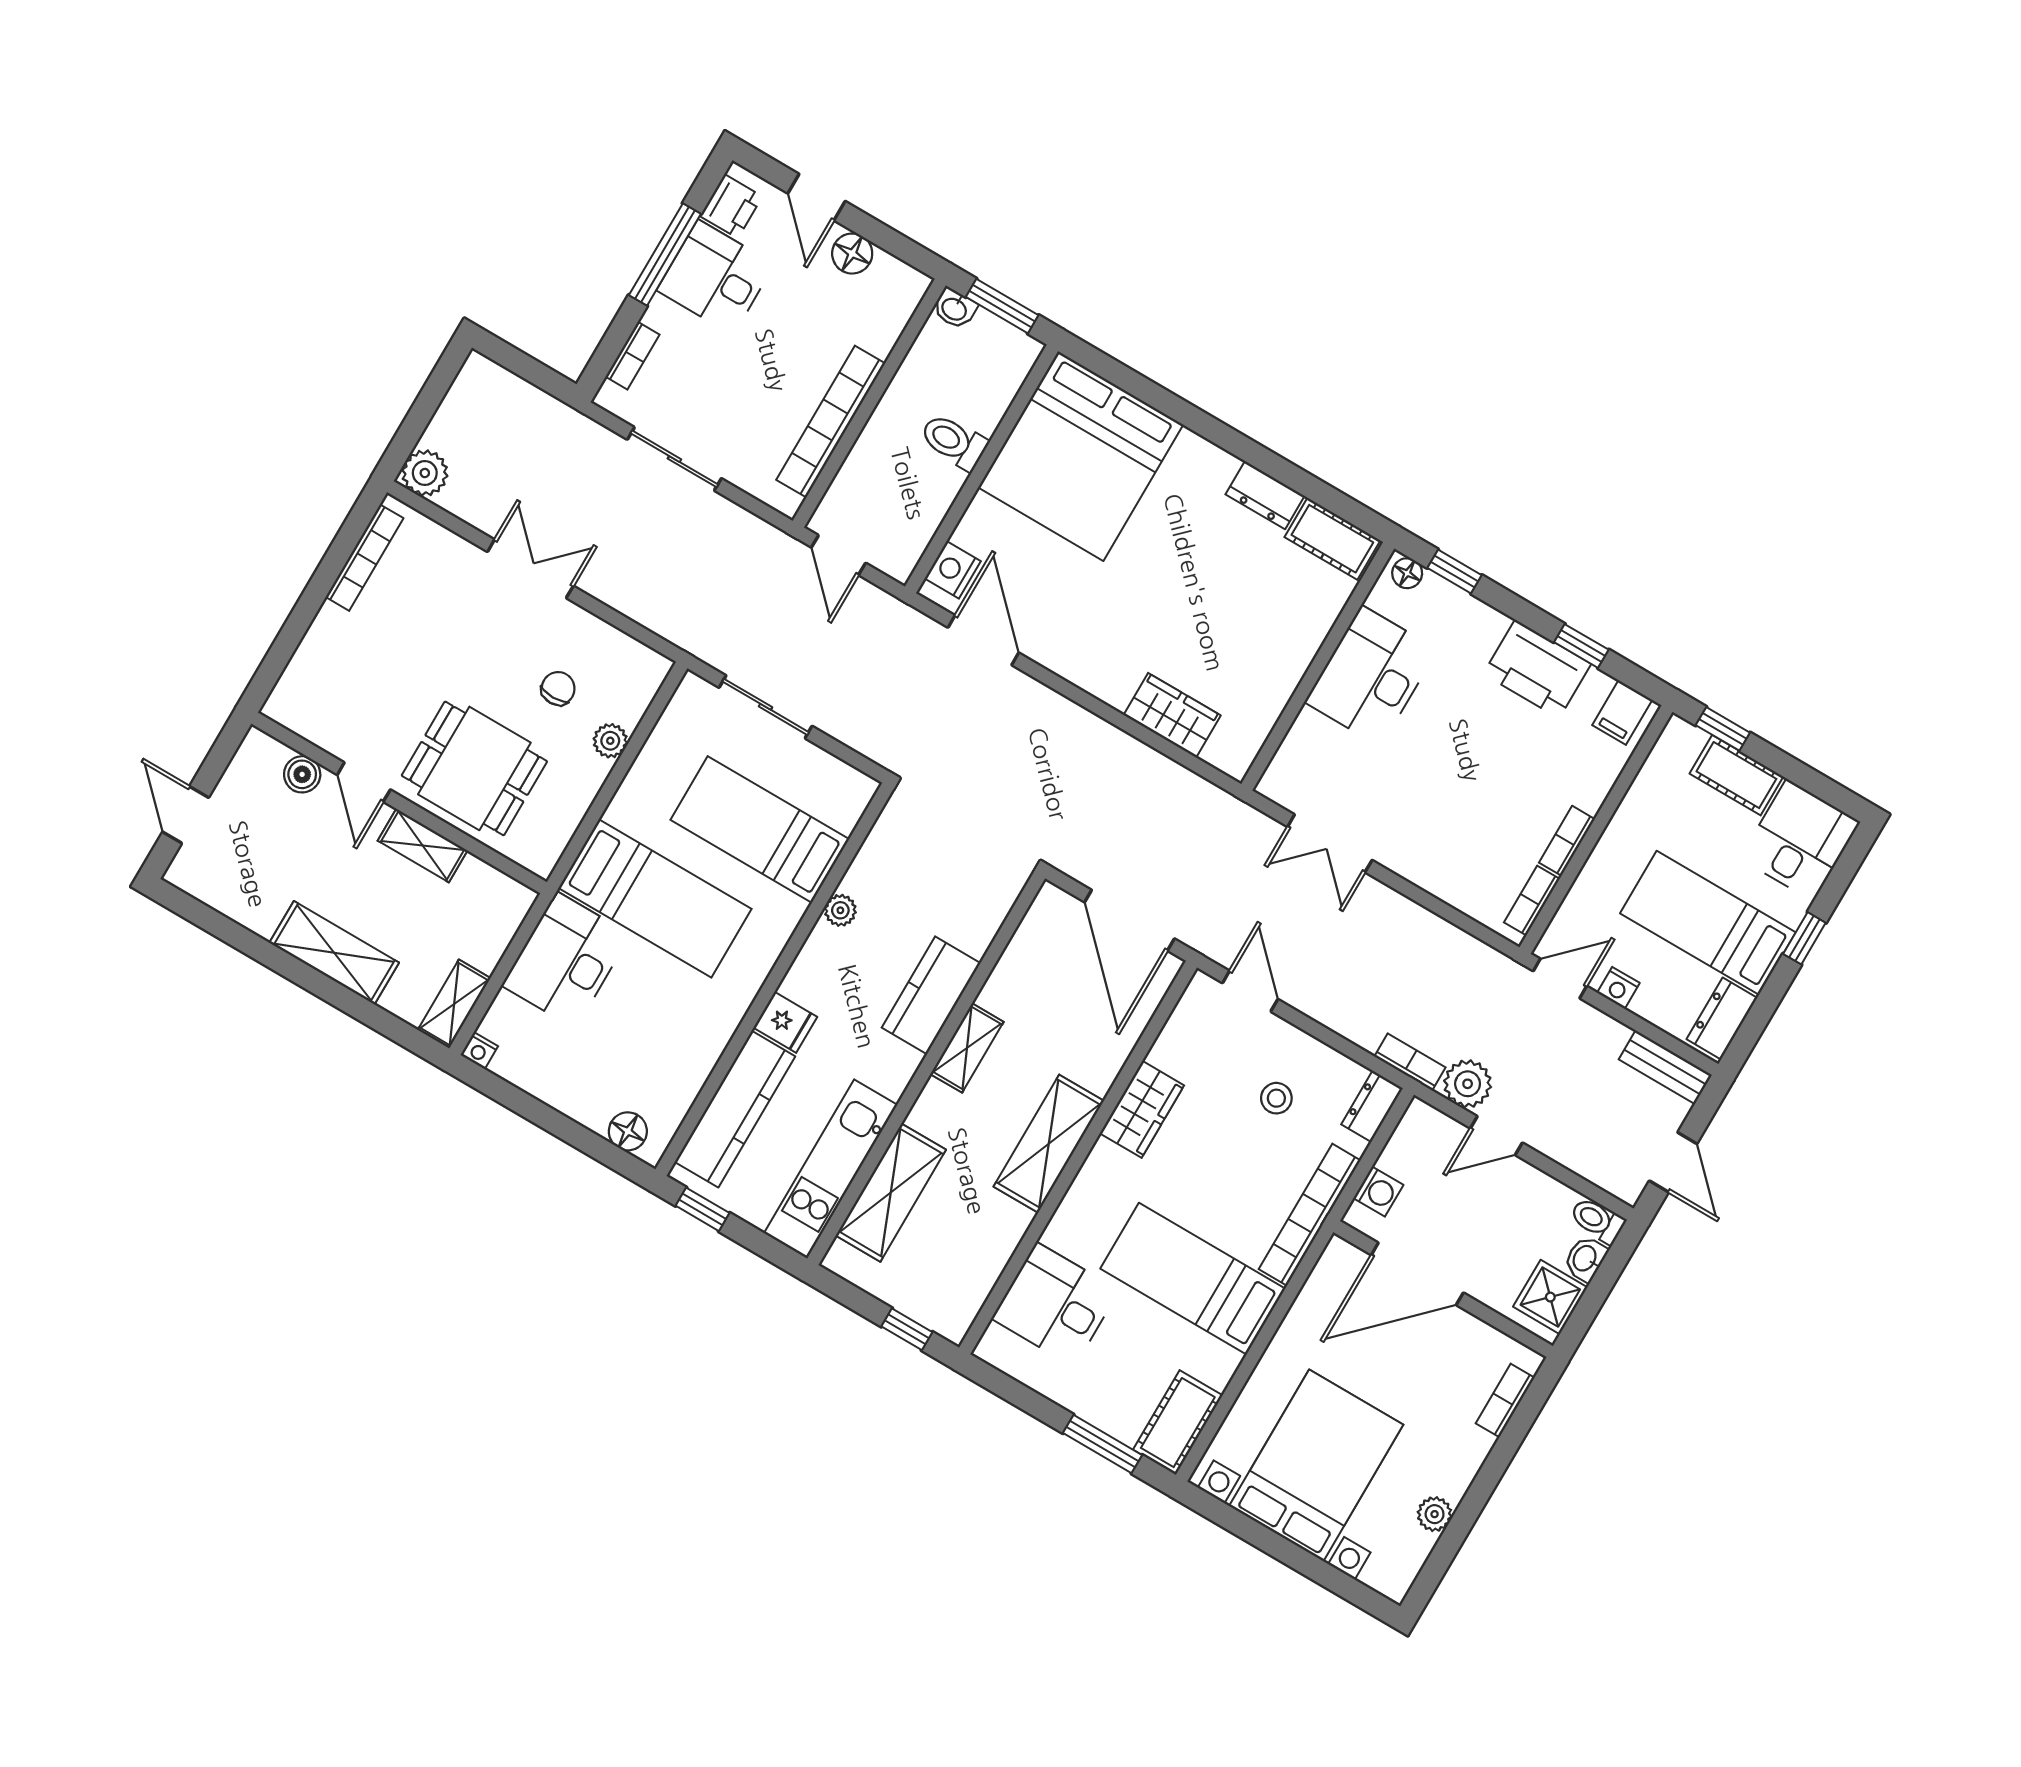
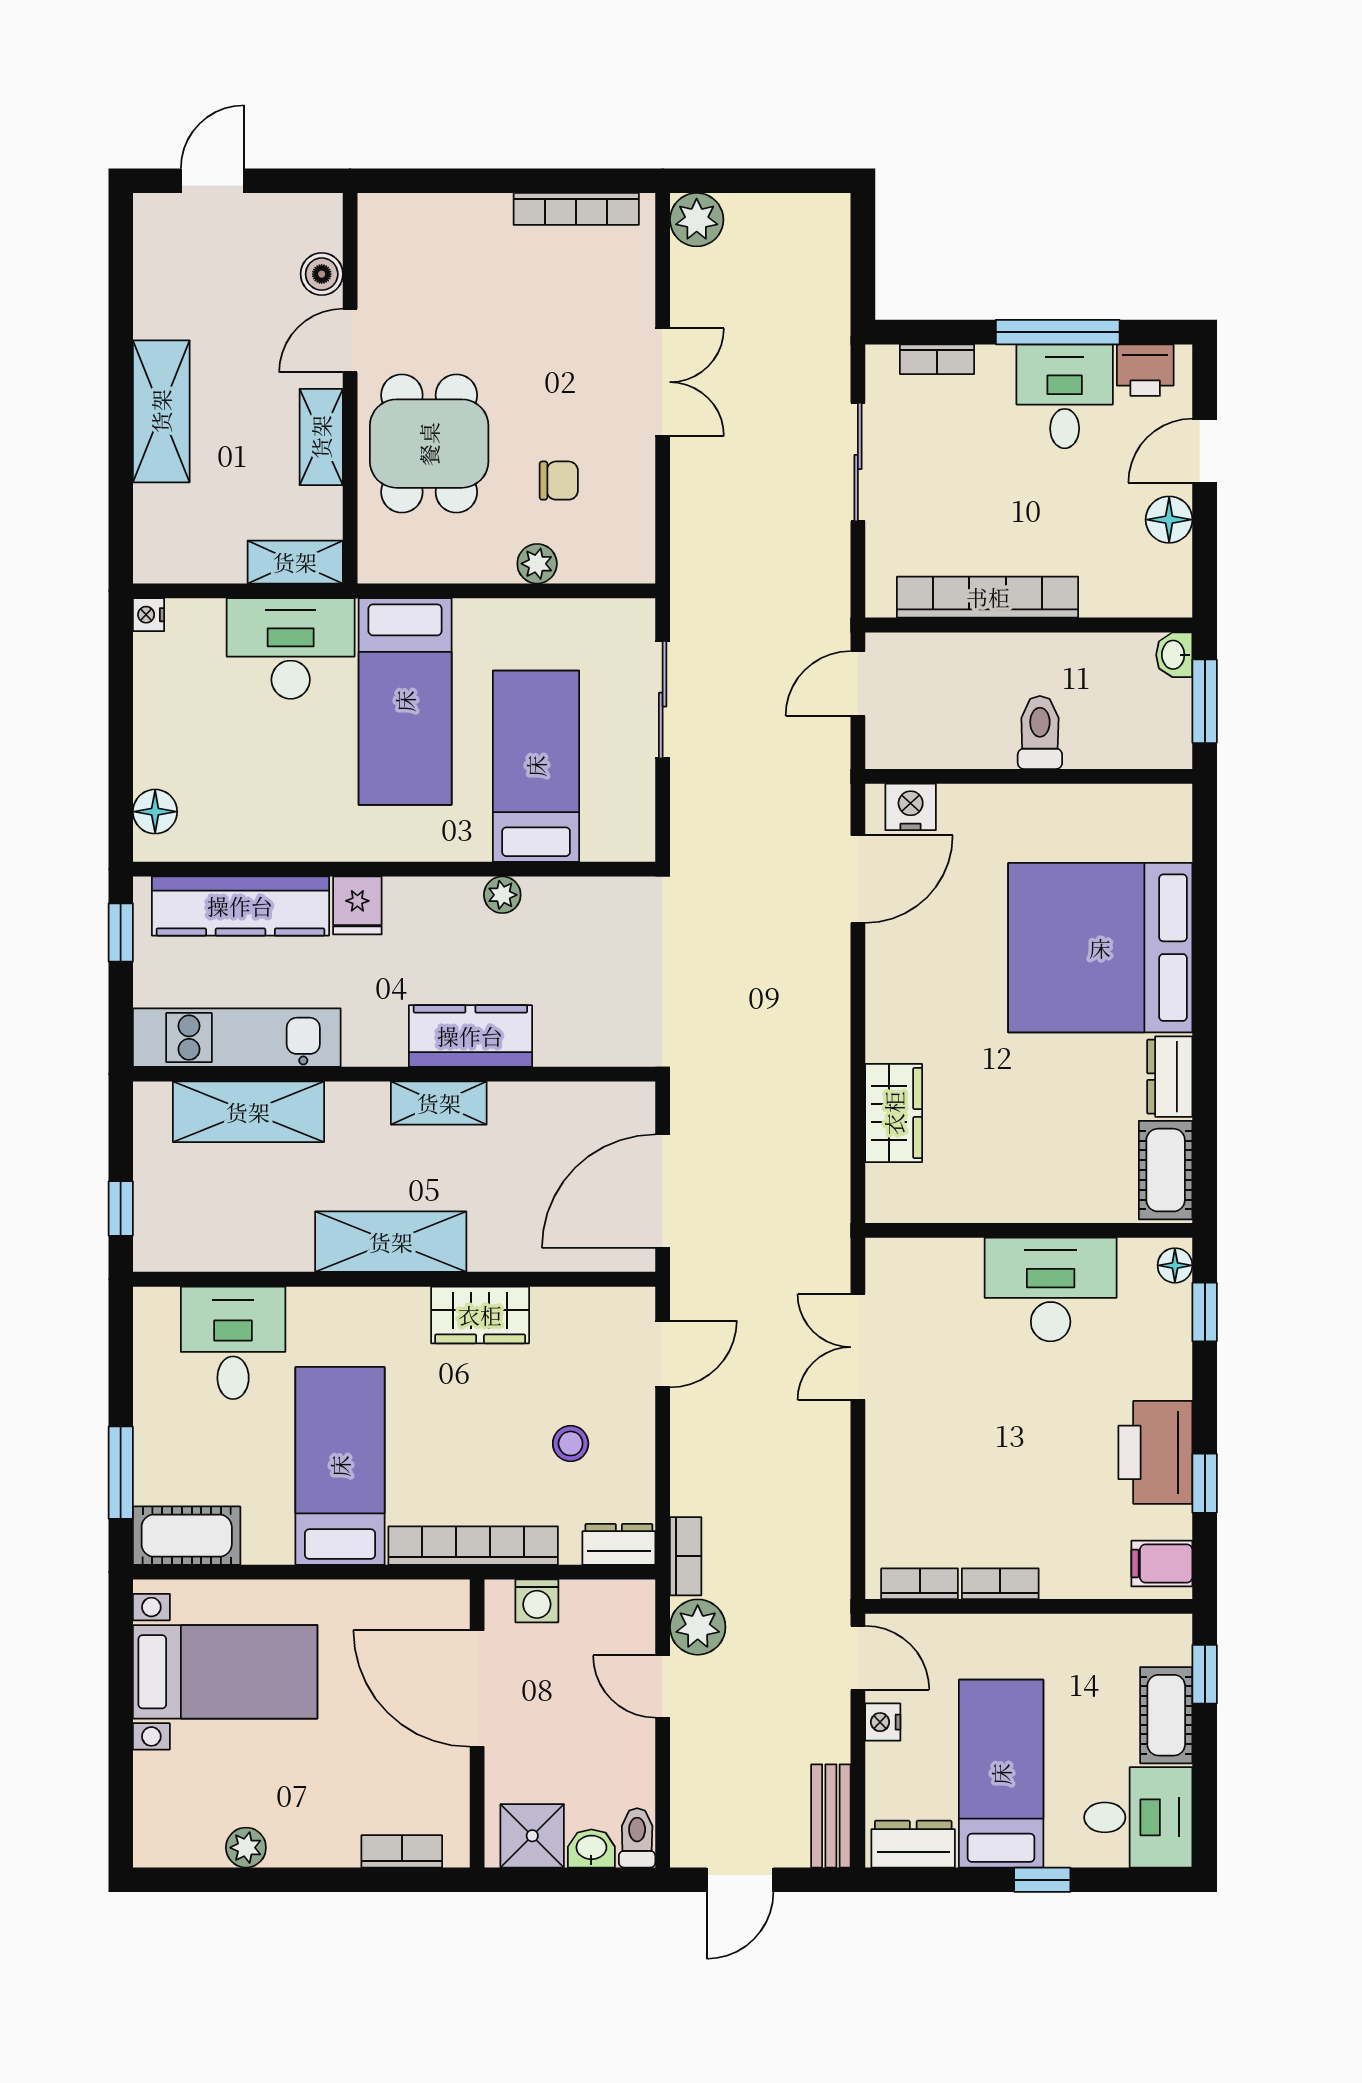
bed: (1081, 456) -> (1100, 948), moved
shelving: (454, 1004) -> (295, 562), moved
bed with nightstands: (1316, 1465) -> (225, 1672), width x0.73

